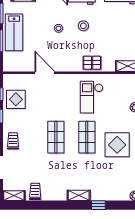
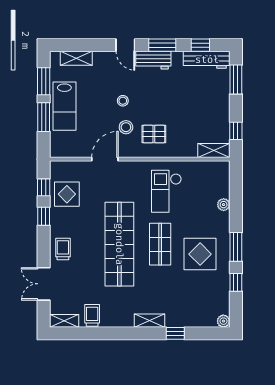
stool: (83, 26) -> (126, 127), moved
pallet: (92, 63) -> (154, 134), moved
door: (45, 73) -> (105, 159), hinge flipped
shop shelf: (56, 137) -> (119, 244), width x2.00, depth x1.36

